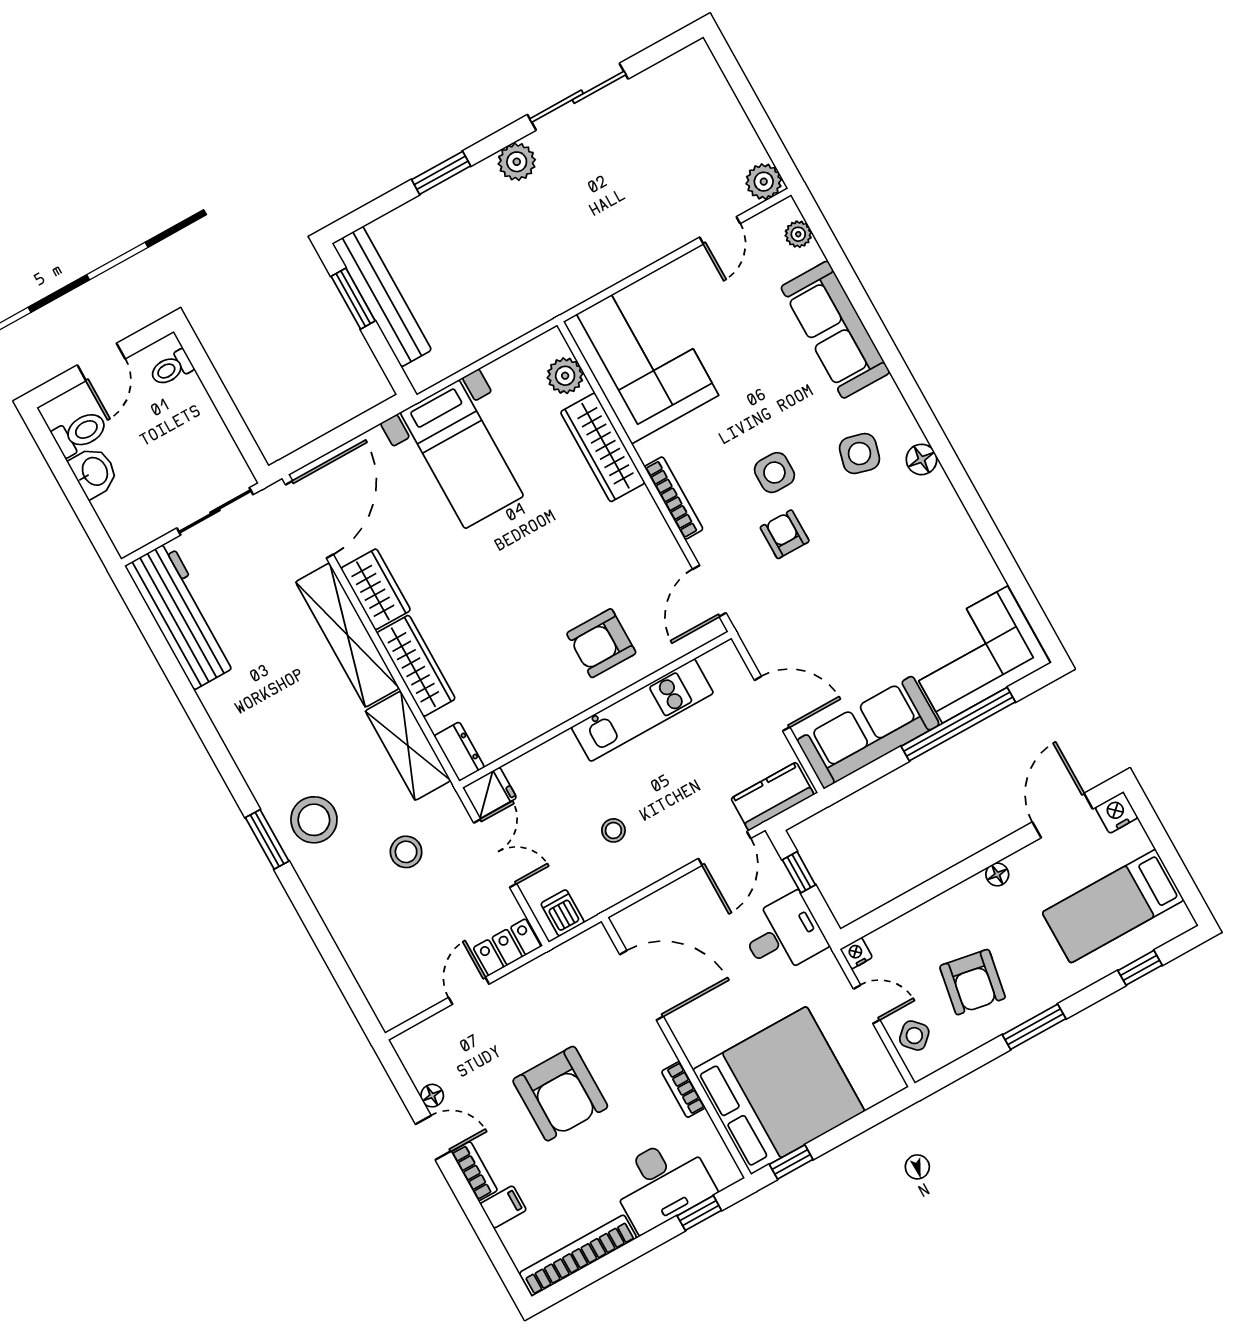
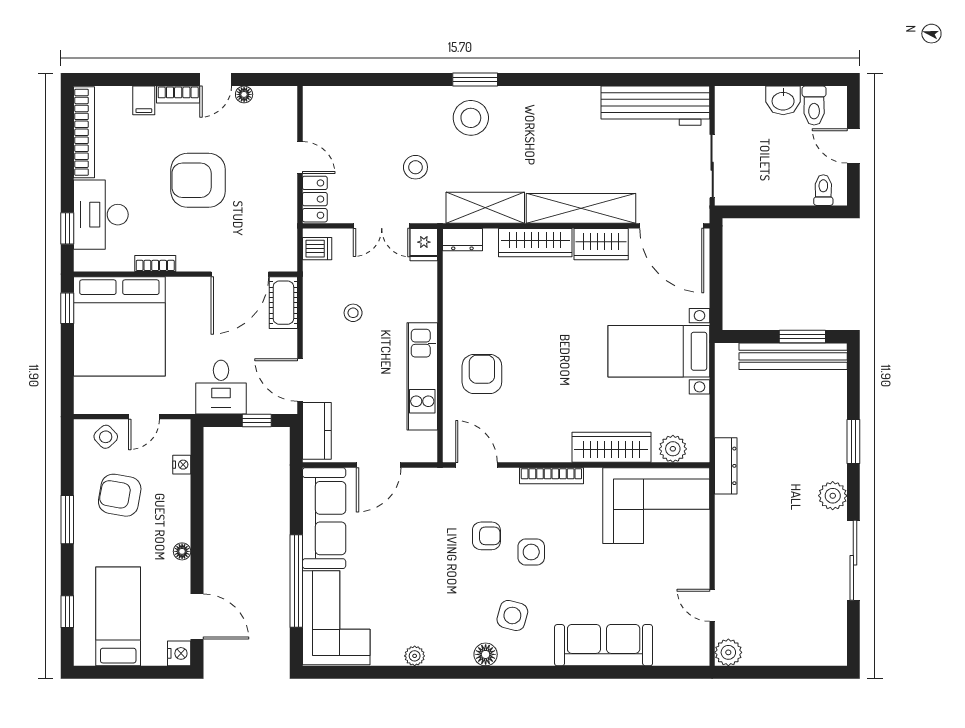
plant: (798, 234) -> (415, 656), moved
dresser: (551, 304) -> (726, 466), added
cot: (646, 917) -> (283, 303), added
nightstand: (856, 953) -> (182, 465), moved

